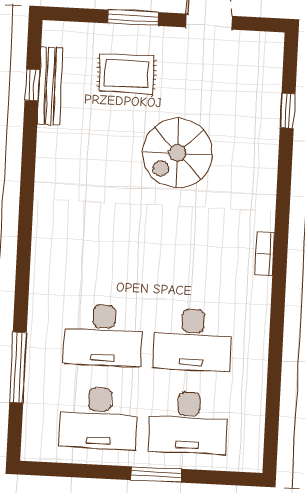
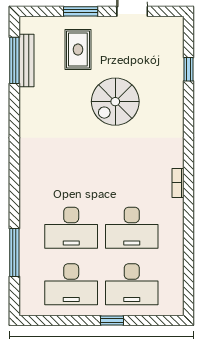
rug: (127, 74) -> (78, 50), turned 90
window: (32, 85) -> (14, 60), width x2.17
bookcase: (265, 254) -> (178, 183), moved
window: (156, 474) -> (112, 320), width x0.67

